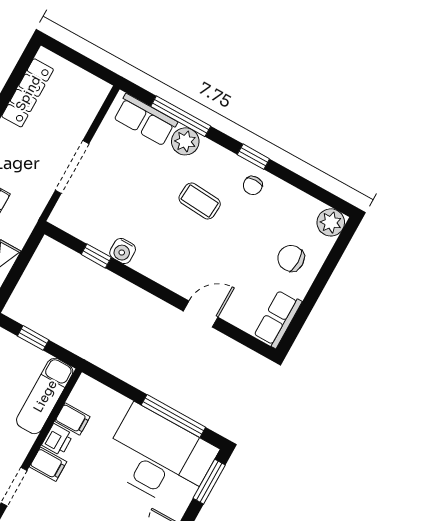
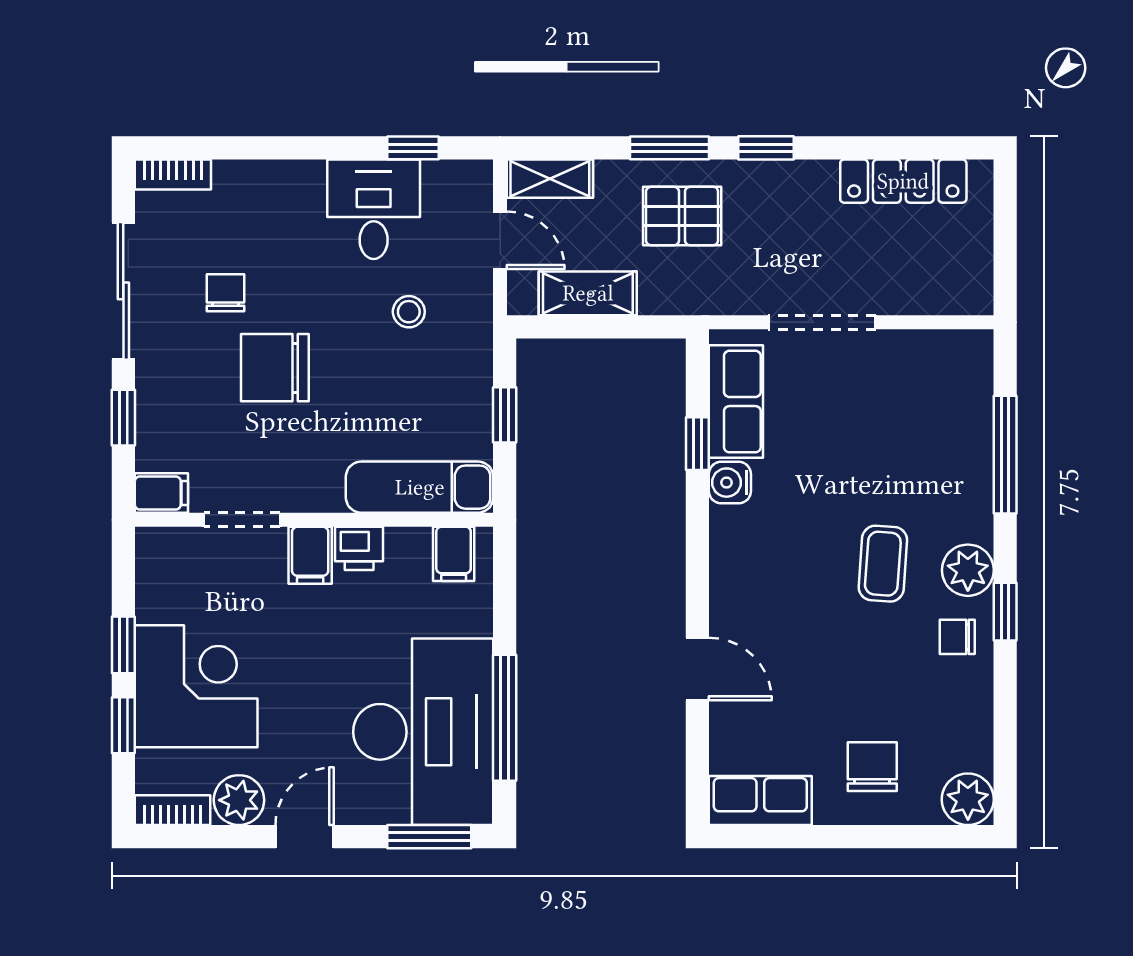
row of seats: (145, 120) -> (736, 402), moved, turned 180
plant: (185, 141) -> (968, 570), moved
filing cabinet: (72, 419) -> (454, 554), moved

